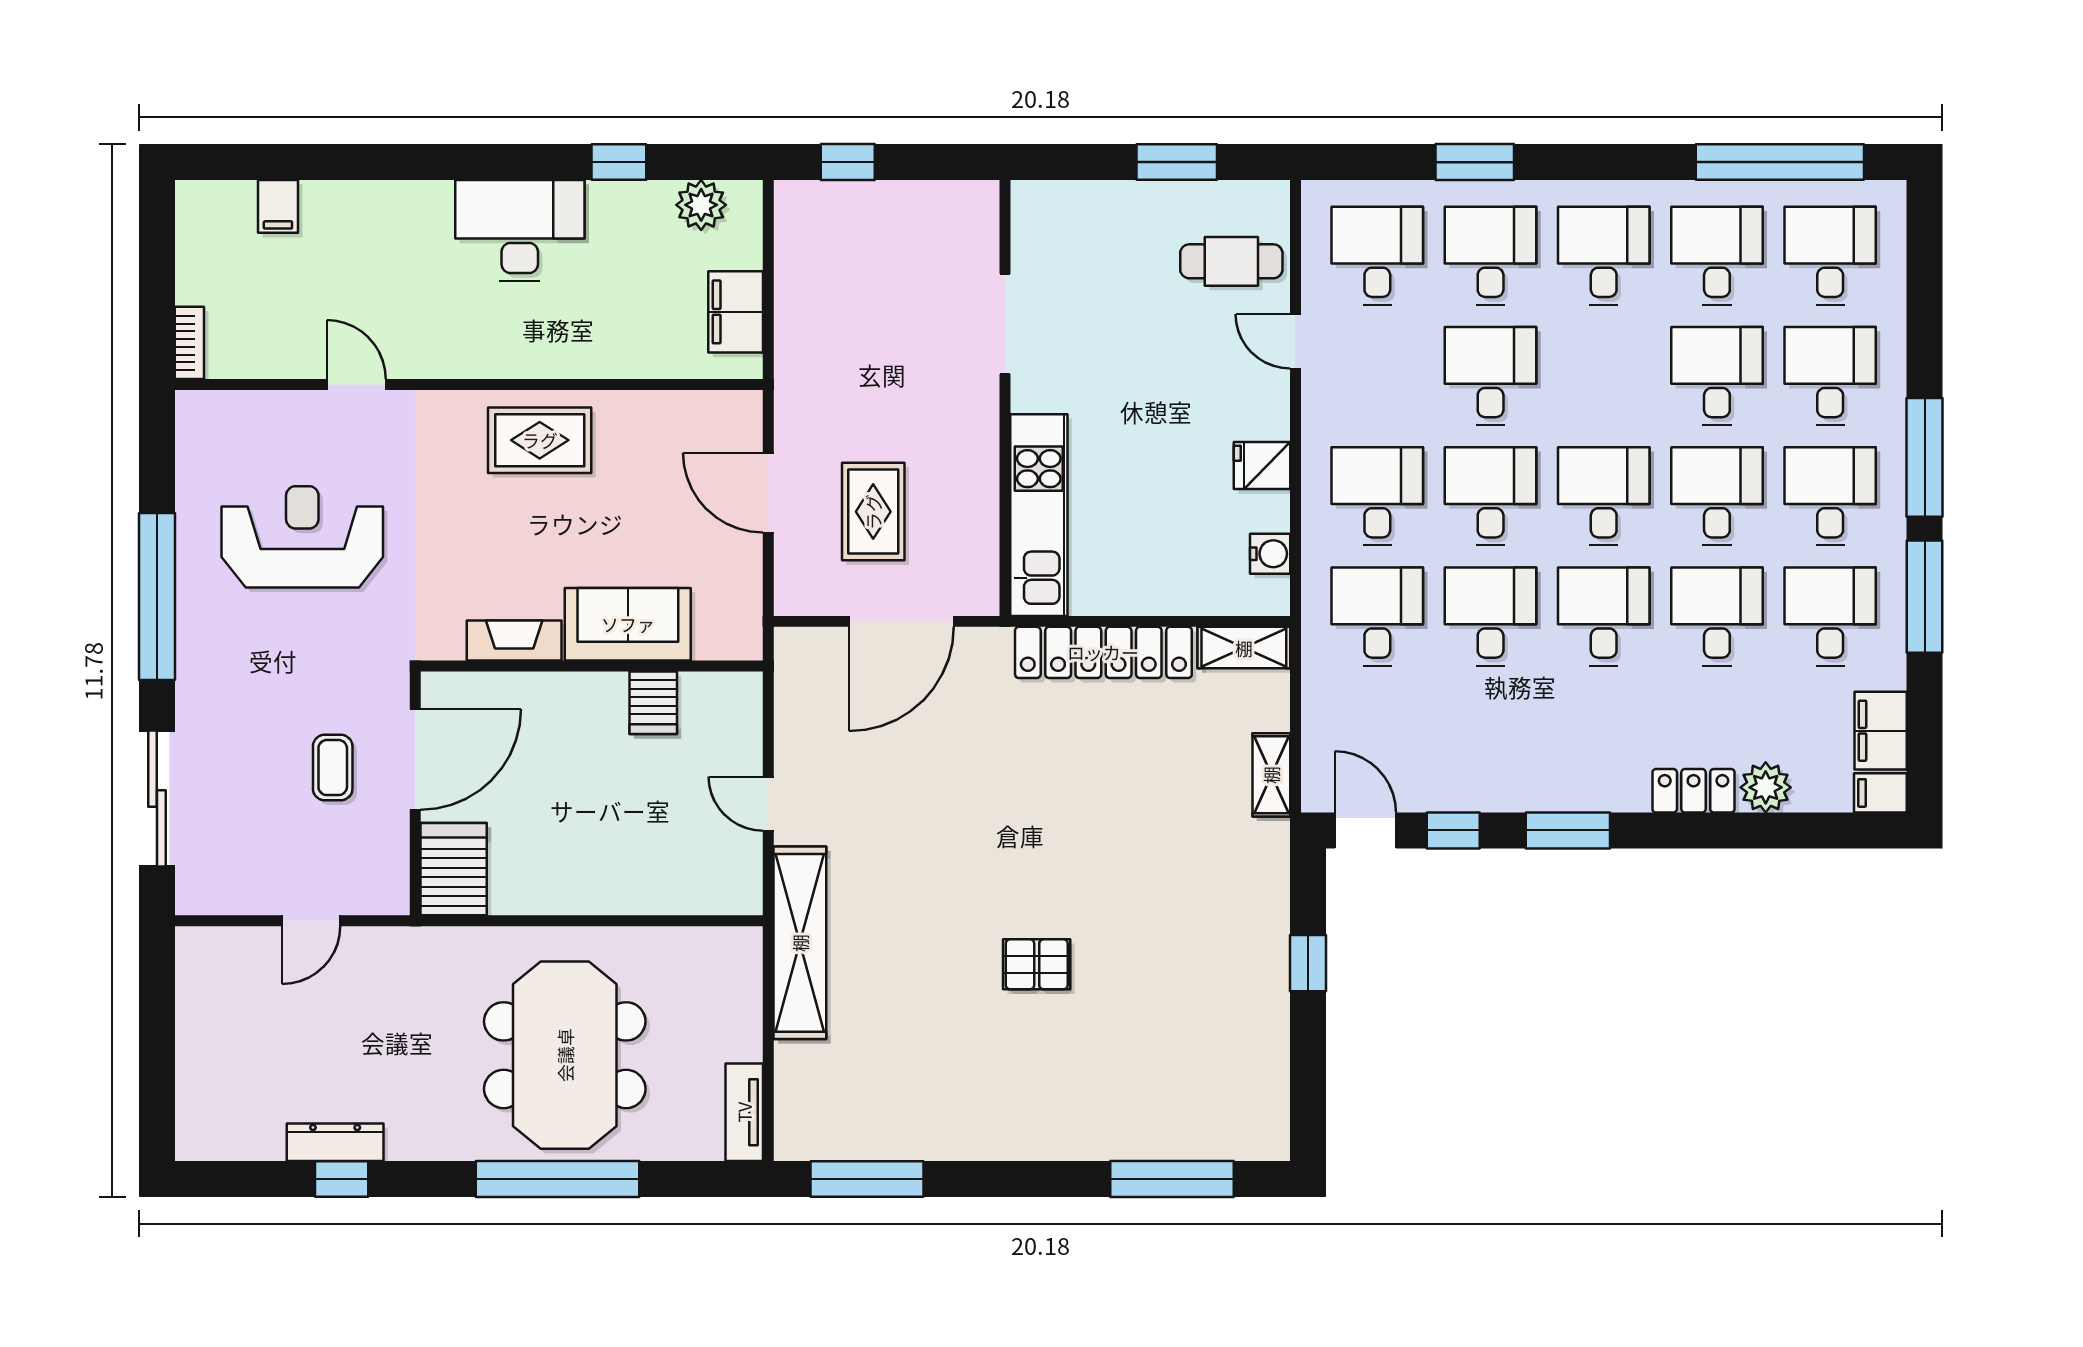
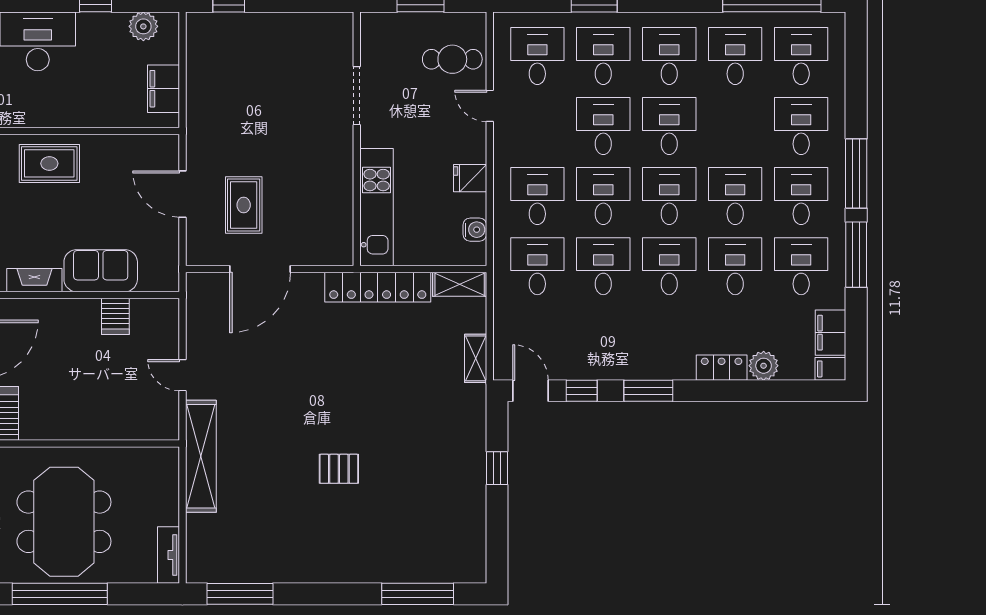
doorway: (1005, 324) -> (357, 96), moved
desk: (1717, 376) -> (669, 126), moved
wall: (1005, 398) -> (357, 139), moved
kitchen unit: (1039, 515) -> (377, 207), moved

